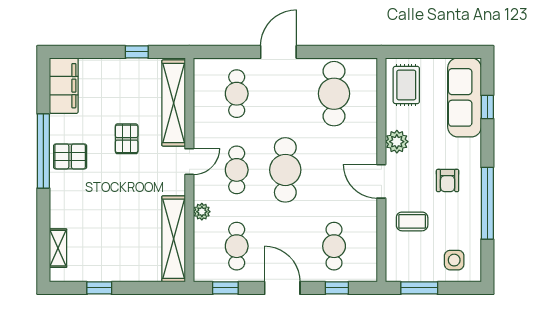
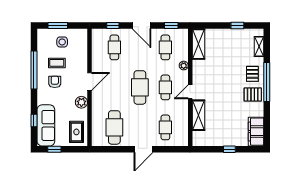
window: (137, 52) -> (229, 149), moved
window: (448, 52) -> (54, 149), added
shelving: (174, 103) -> (198, 115), width x0.68
pallet: (127, 139) -> (252, 74), moved
window: (43, 151) -> (267, 82), moved
door: (381, 181) -> (90, 81), hinge flipped
coffee table: (412, 221) -> (57, 63), moved
shelving: (174, 239) -> (198, 44), width x0.68
side table: (454, 260) -> (62, 42), moved
window: (419, 288) -> (58, 26), moved

